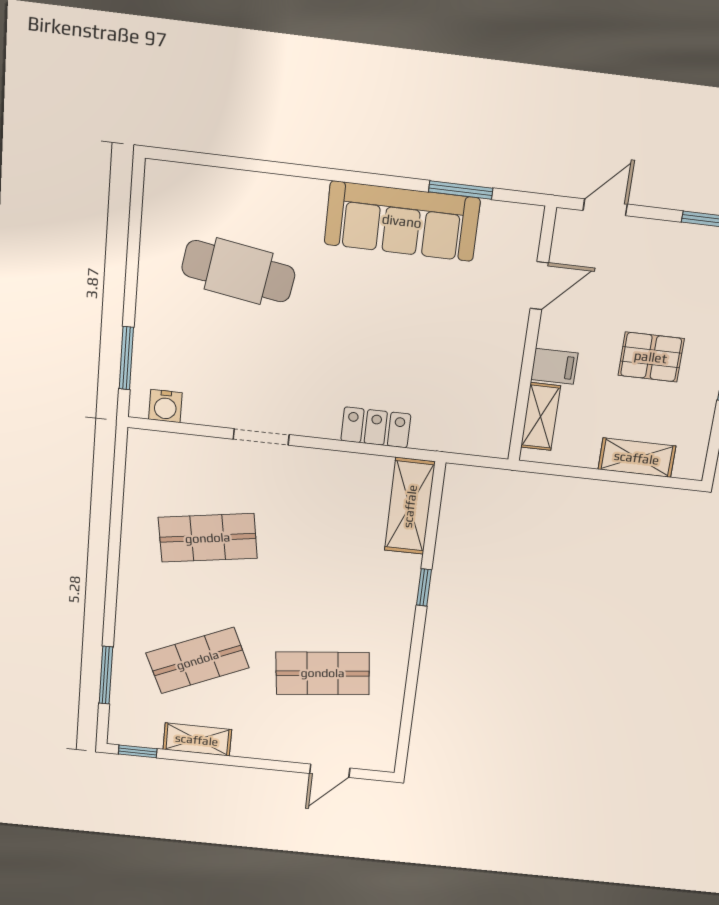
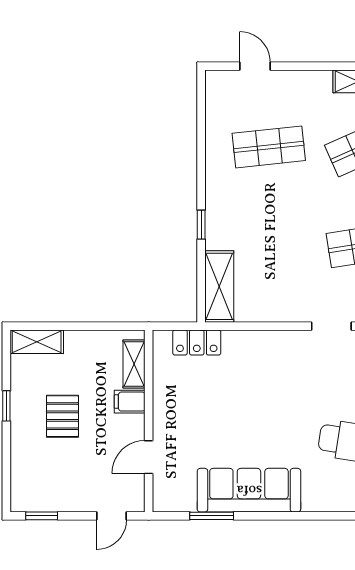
pallet: (651, 357) -> (62, 416), turned 90
locker: (376, 427) -> (197, 342), moved
shelving: (637, 458) -> (37, 342), moved
door: (330, 771) -> (255, 66), hinge flipped

